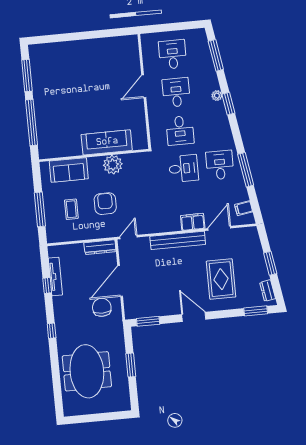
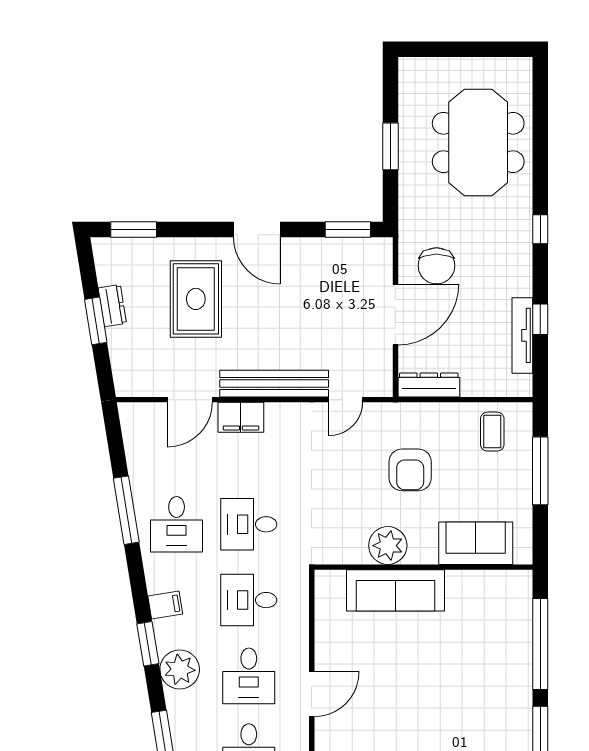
plant: (217, 96) -> (180, 669), width x1.87, depth x1.87
desk: (180, 130) -> (249, 600), turned -90
filing cabinet: (244, 208) -> (165, 605), moved
coffee table: (71, 209) -> (492, 432), moved
door: (128, 237) -> (346, 400), moved
dresser: (268, 291) -> (112, 306), moved

